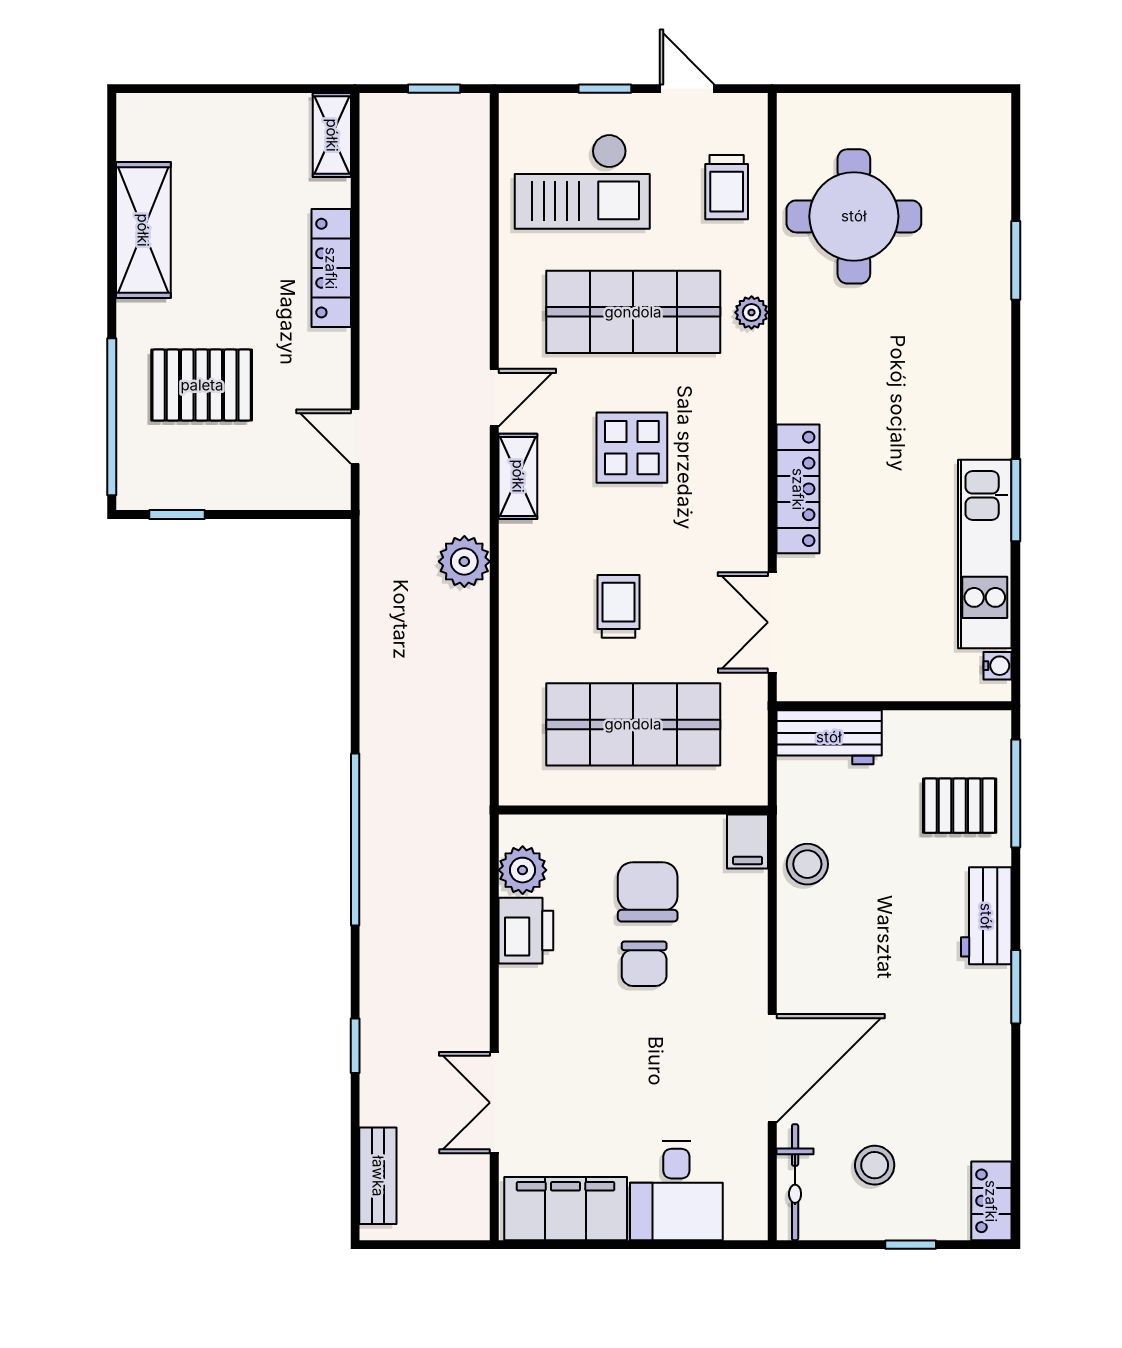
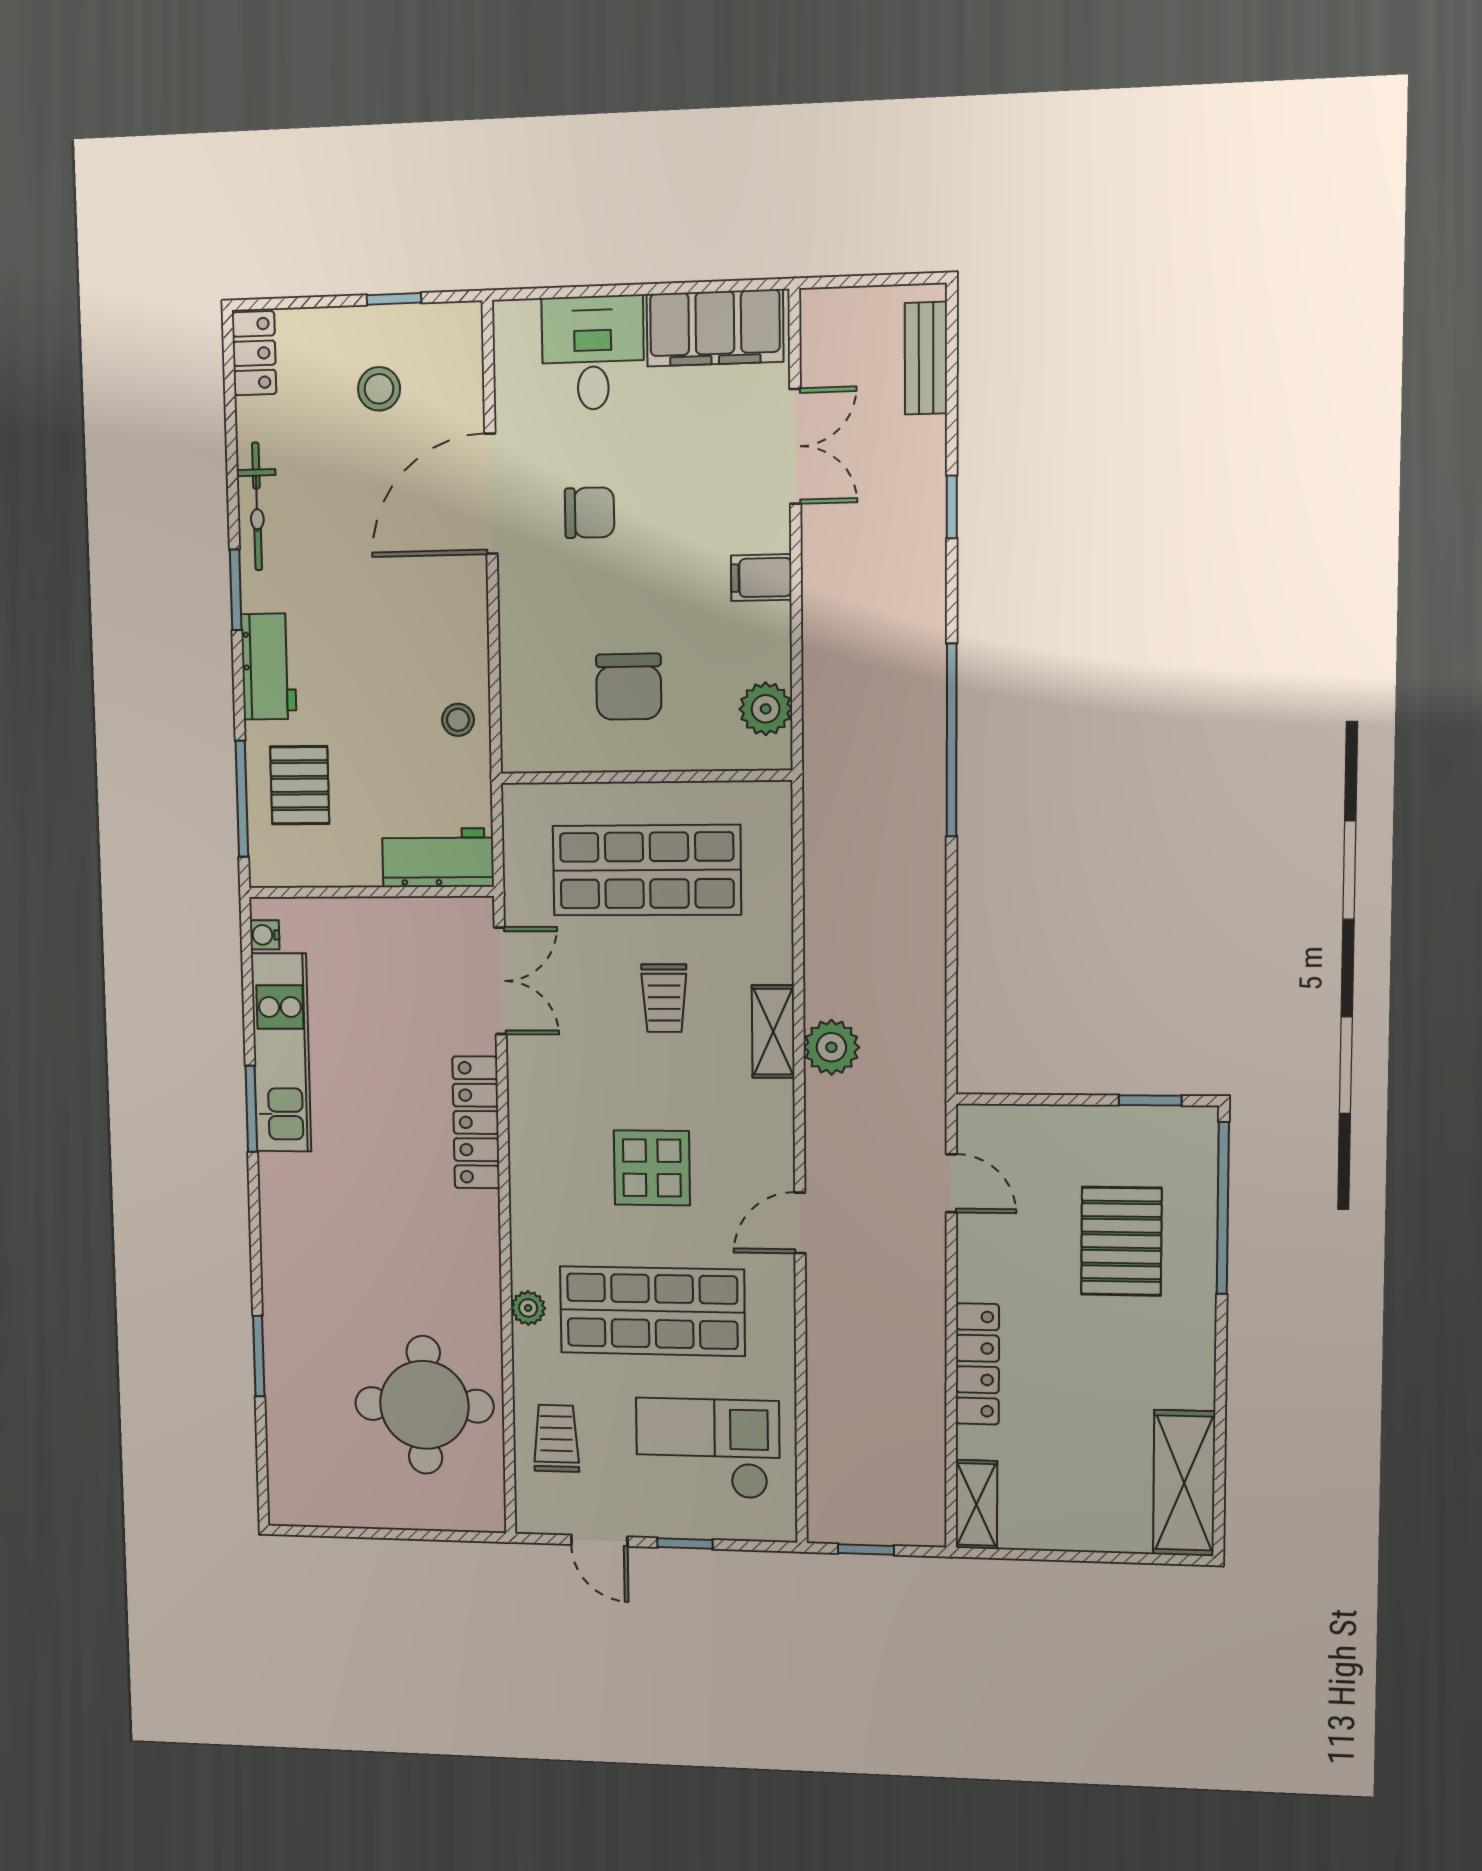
shelving: (143, 230) -> (1184, 1483), moved
pallet: (202, 385) -> (1121, 1241), turned 90
shelving: (518, 476) -> (773, 1032), moved
pallet: (960, 806) -> (300, 785), turned 90
filing cabinet: (748, 842) -> (761, 578), moved, turned -90
stool: (807, 864) -> (458, 720), width x0.73, depth x0.73
printer: (526, 931) -> (761, 641), removed
chair: (644, 964) -> (590, 513), moved, turned 90
bicycle: (795, 1182) -> (257, 506), moved, turned 180
window: (911, 1245) -> (394, 299), moved

